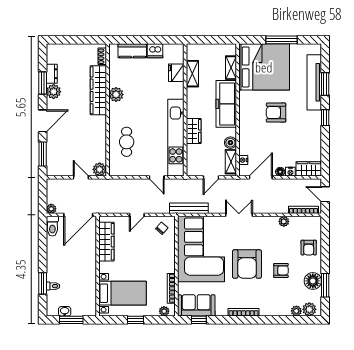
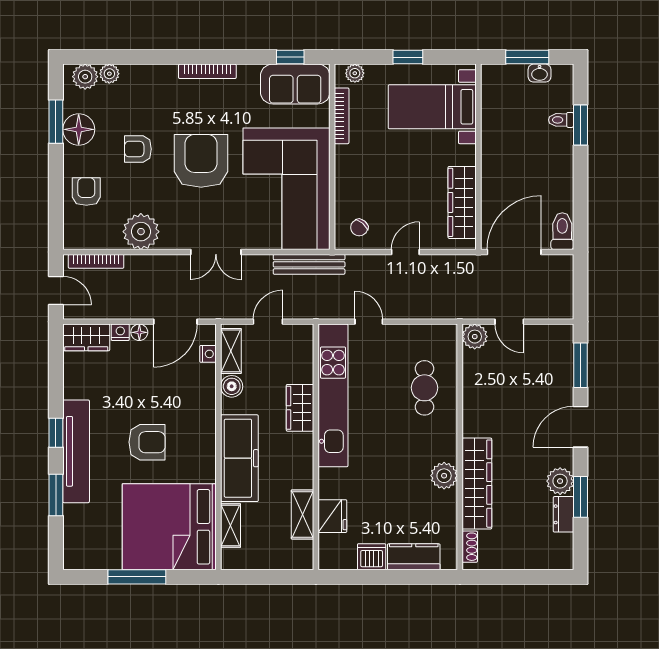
tv unit: (314, 82) -> (76, 451), moved
plant: (51, 209) -> (564, 263), removed
plant: (284, 221) -> (141, 232), width x1.87, depth x1.87

